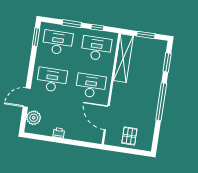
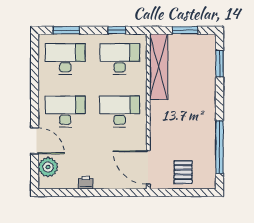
window: (72, 24) -> (66, 30), moved
window: (36, 37) -> (35, 56), removed
door: (27, 98) -> (35, 141), swing flipped
window: (161, 102) -> (220, 147), moved
door: (107, 118) -> (148, 167), moved

